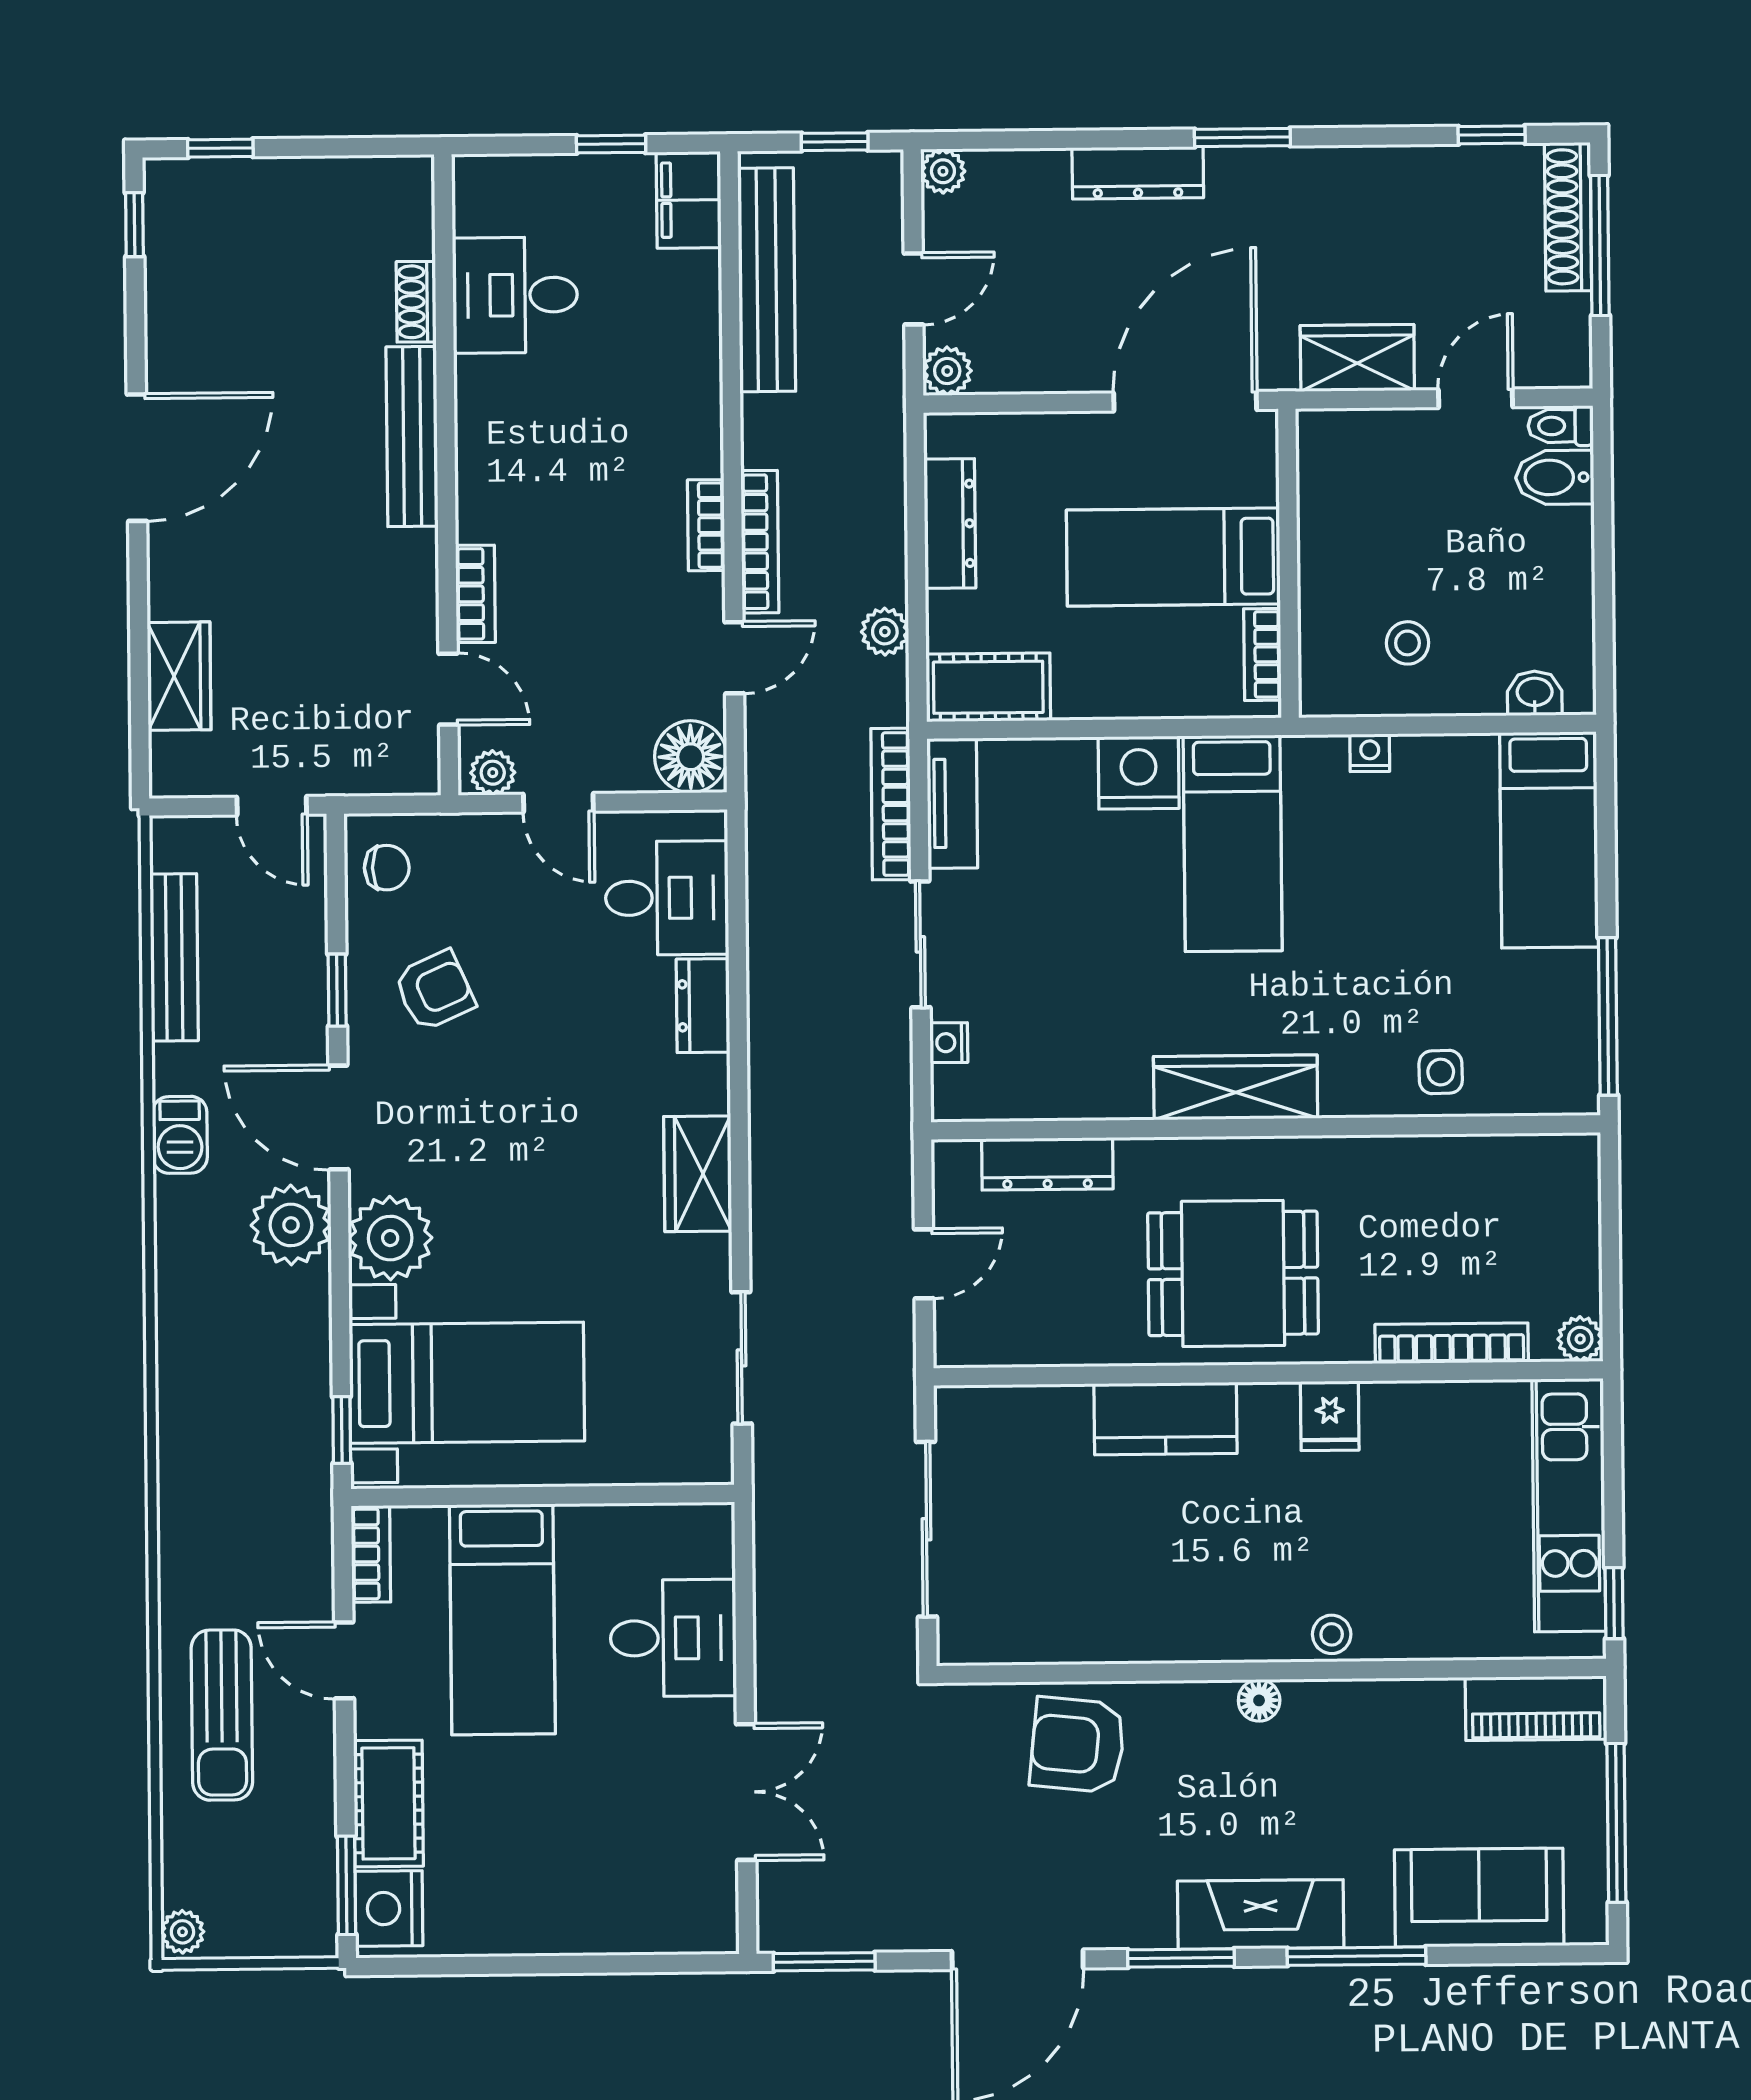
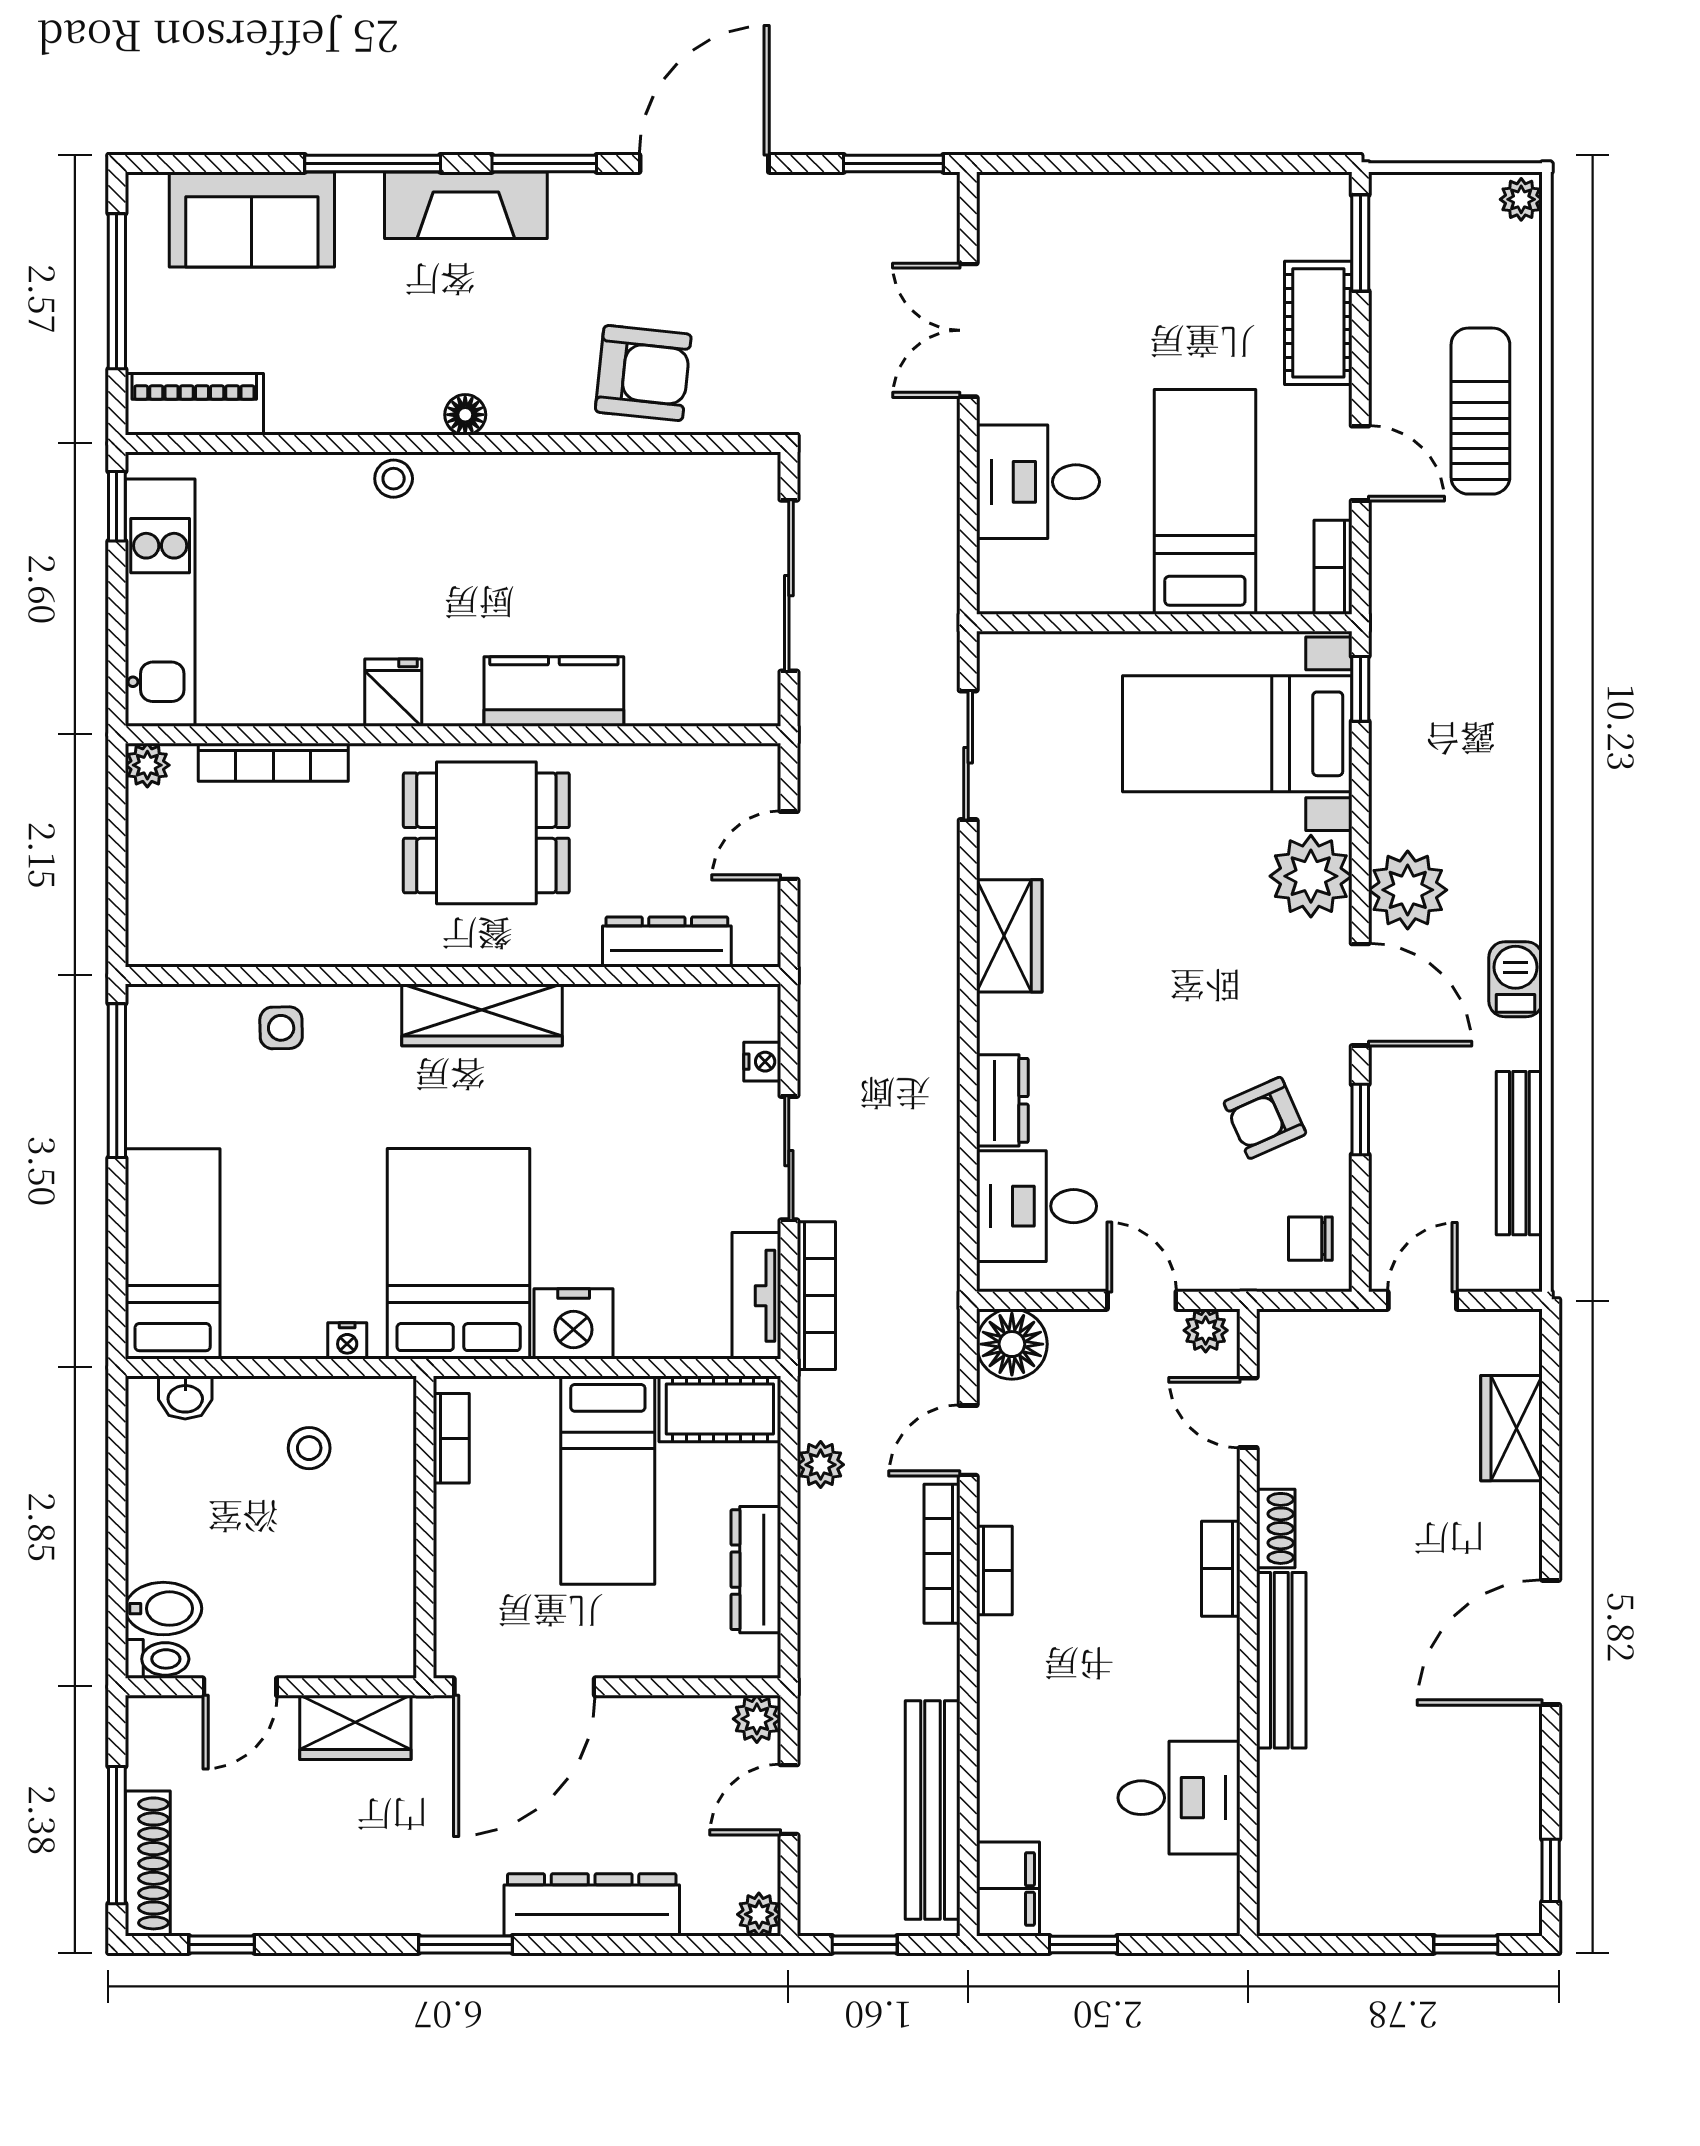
dresser: (1138, 173) -> (592, 1905), width x1.37, depth x1.24
shoe rack: (416, 302) -> (1276, 1528), moved
bed: (1173, 557) -> (608, 1480), moved, turned 90
bookcase: (475, 594) -> (1221, 1569), moved
door: (272, 806) -> (1422, 1300), hinge flipped
bed: (1233, 843) -> (459, 1254), width x1.50
nightstand: (389, 1908) -> (1319, 220), removed

